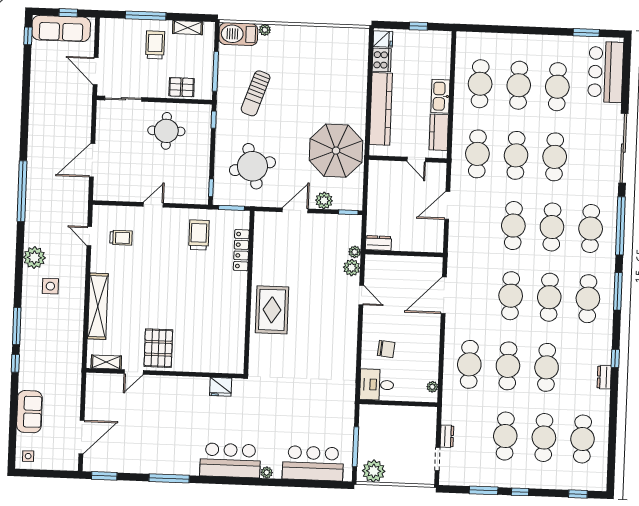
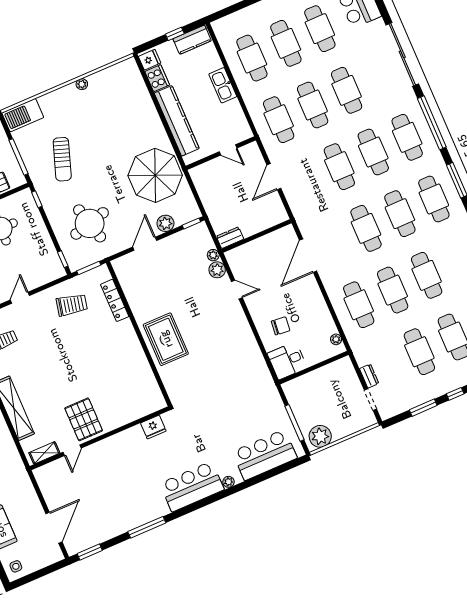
plant: (265, 30) -> (82, 84), moved
kitchen counter: (439, 132) -> (192, 40), moved, turned -90
trolley: (199, 235) -> (72, 305), turned 102

